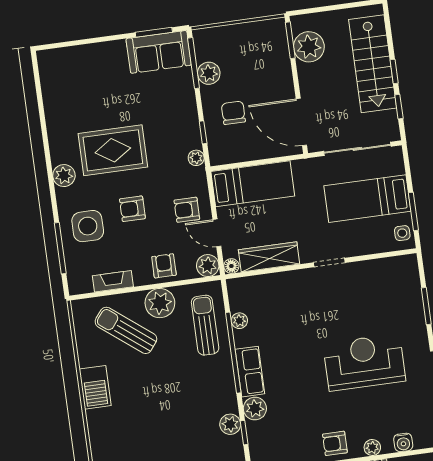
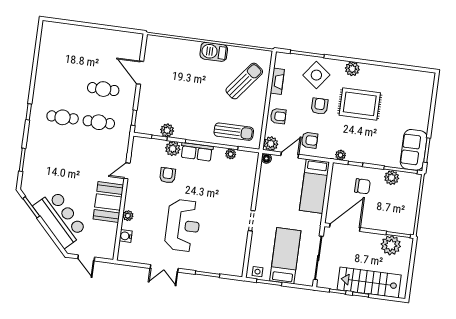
rug: (113, 150) -> (360, 104), turned 90
armchair: (187, 210) -> (309, 140), turned 90
side table: (88, 226) -> (316, 75), turned 37
wardrobe: (269, 257) -> (266, 184), removed
plant: (160, 303) -> (255, 107), removed
armchair: (335, 443) -> (168, 175), moved

